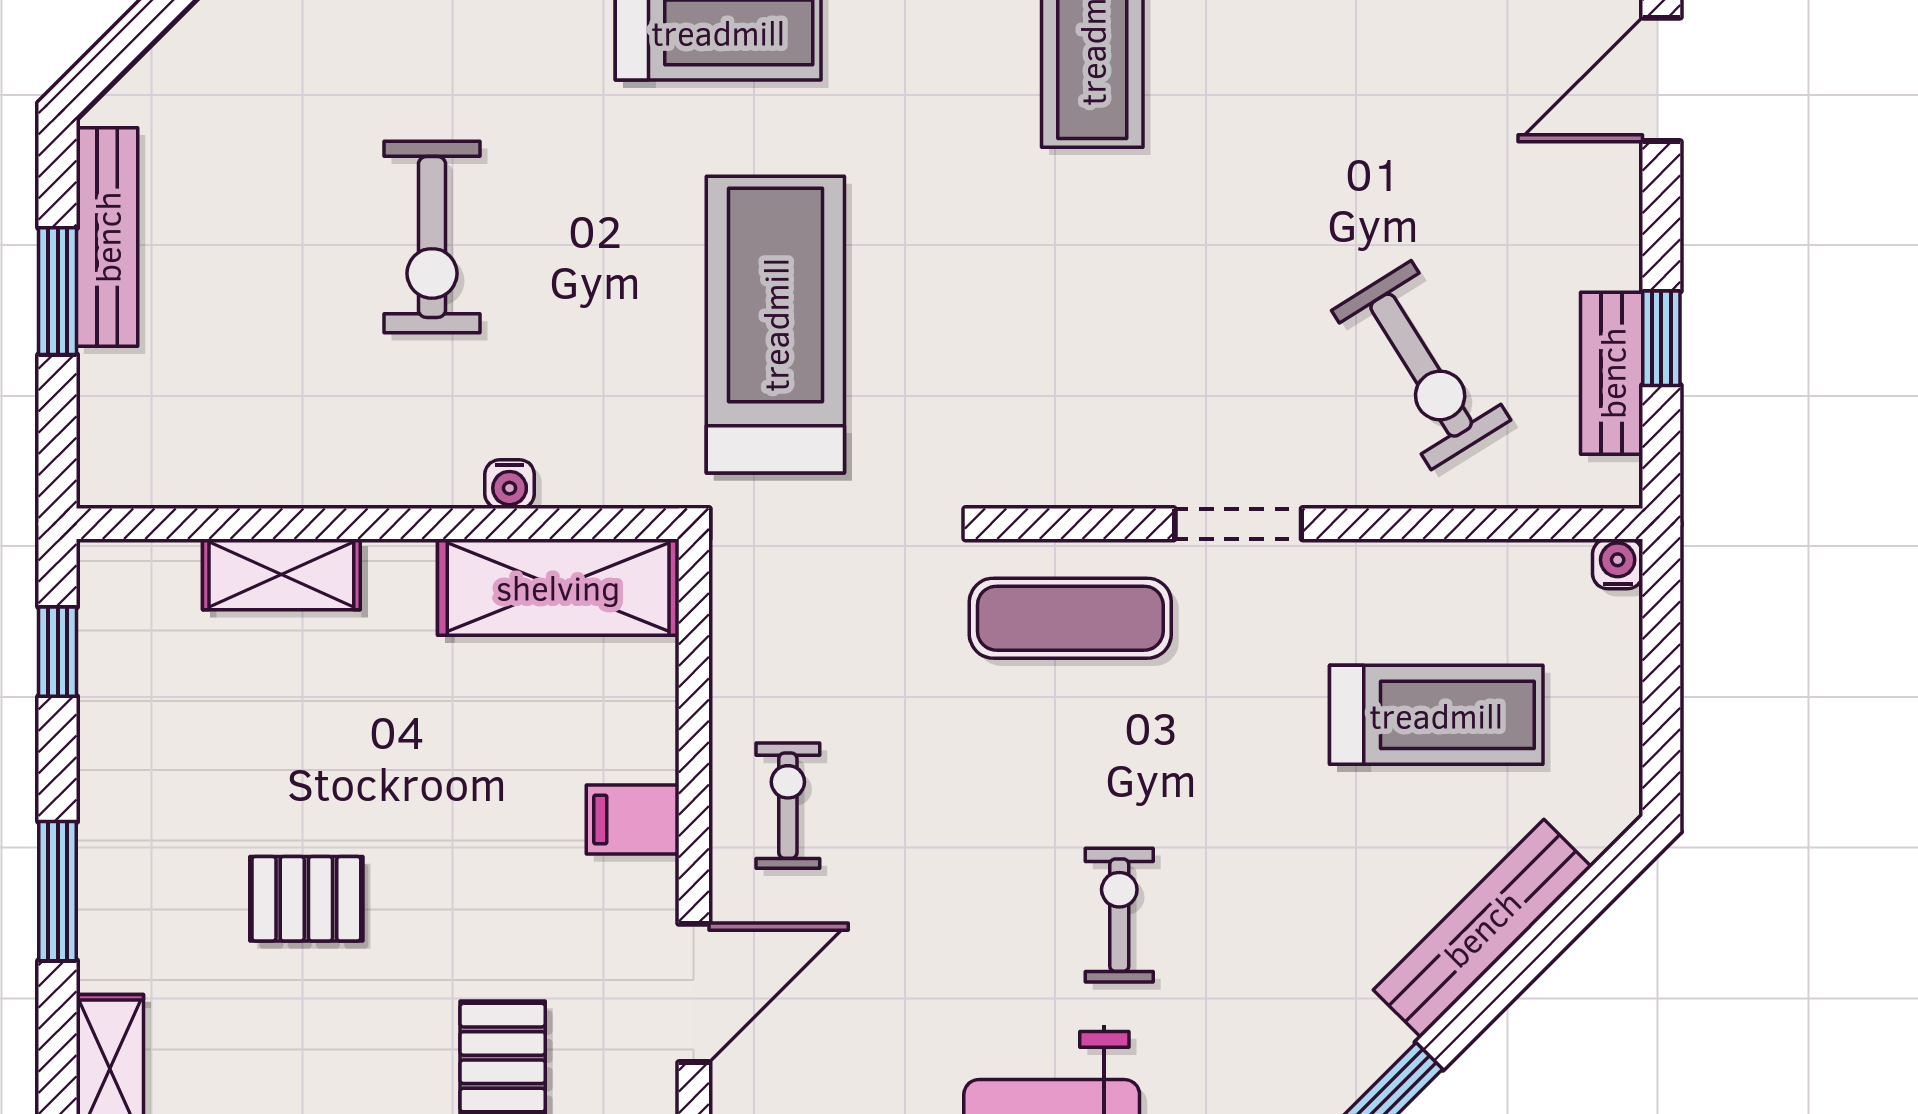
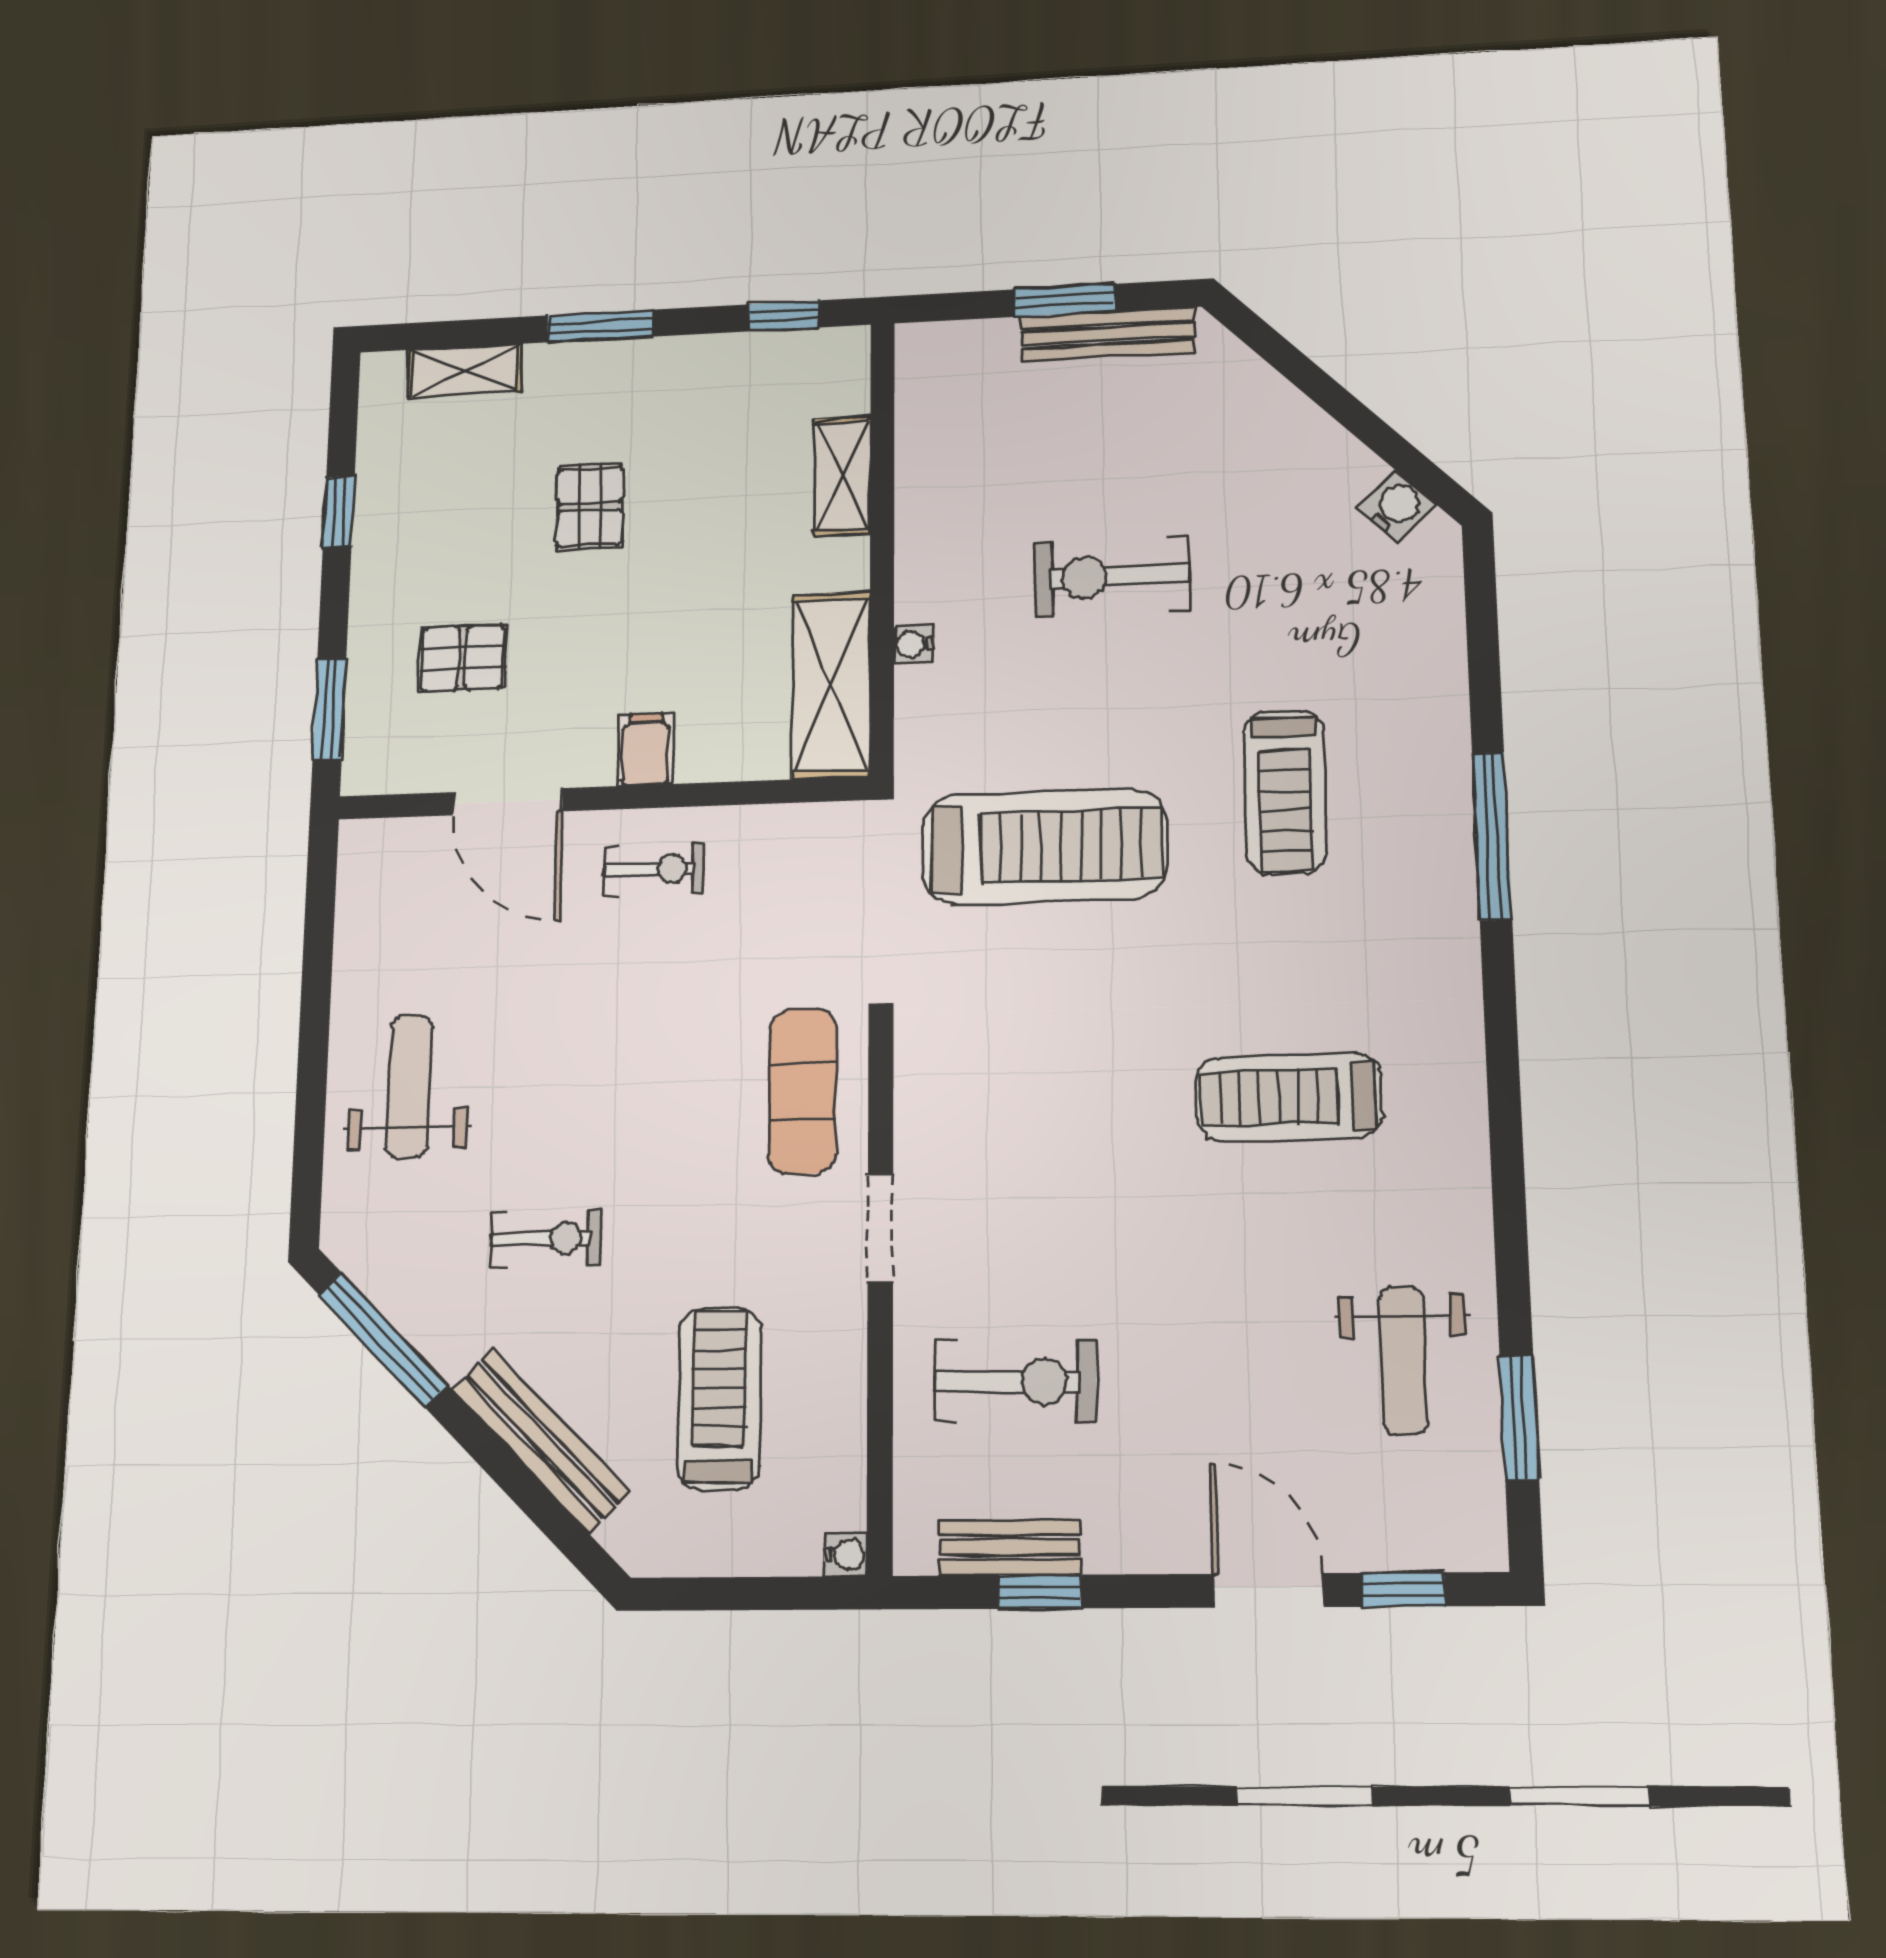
exercise bike: (1421, 365) -> (1015, 1381), turned -147
treadmill: (1436, 715) -> (719, 1398), turned 180
exercise bike: (1119, 915) -> (546, 1238), moved

